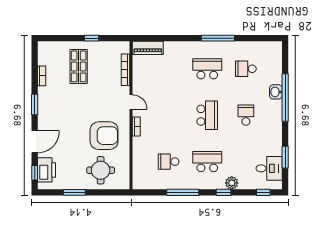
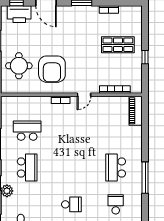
school desk: (207, 69) -> (116, 167), turned 180
school desk: (207, 115) -> (71, 167), removed
school desk: (169, 162) -> (27, 131), width x1.85

